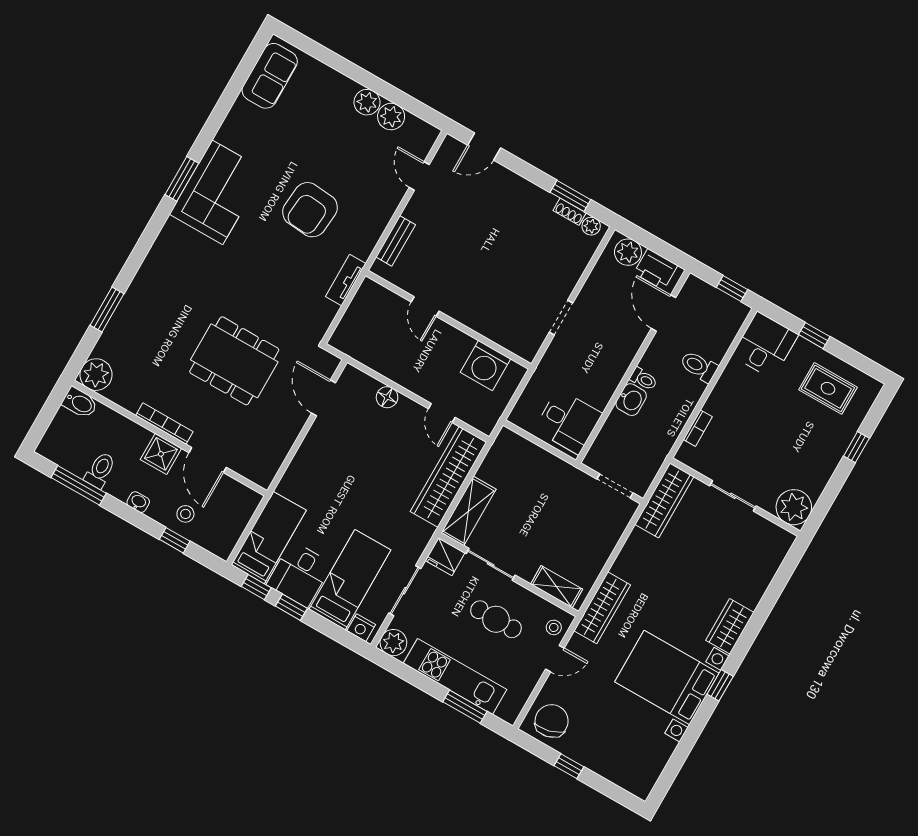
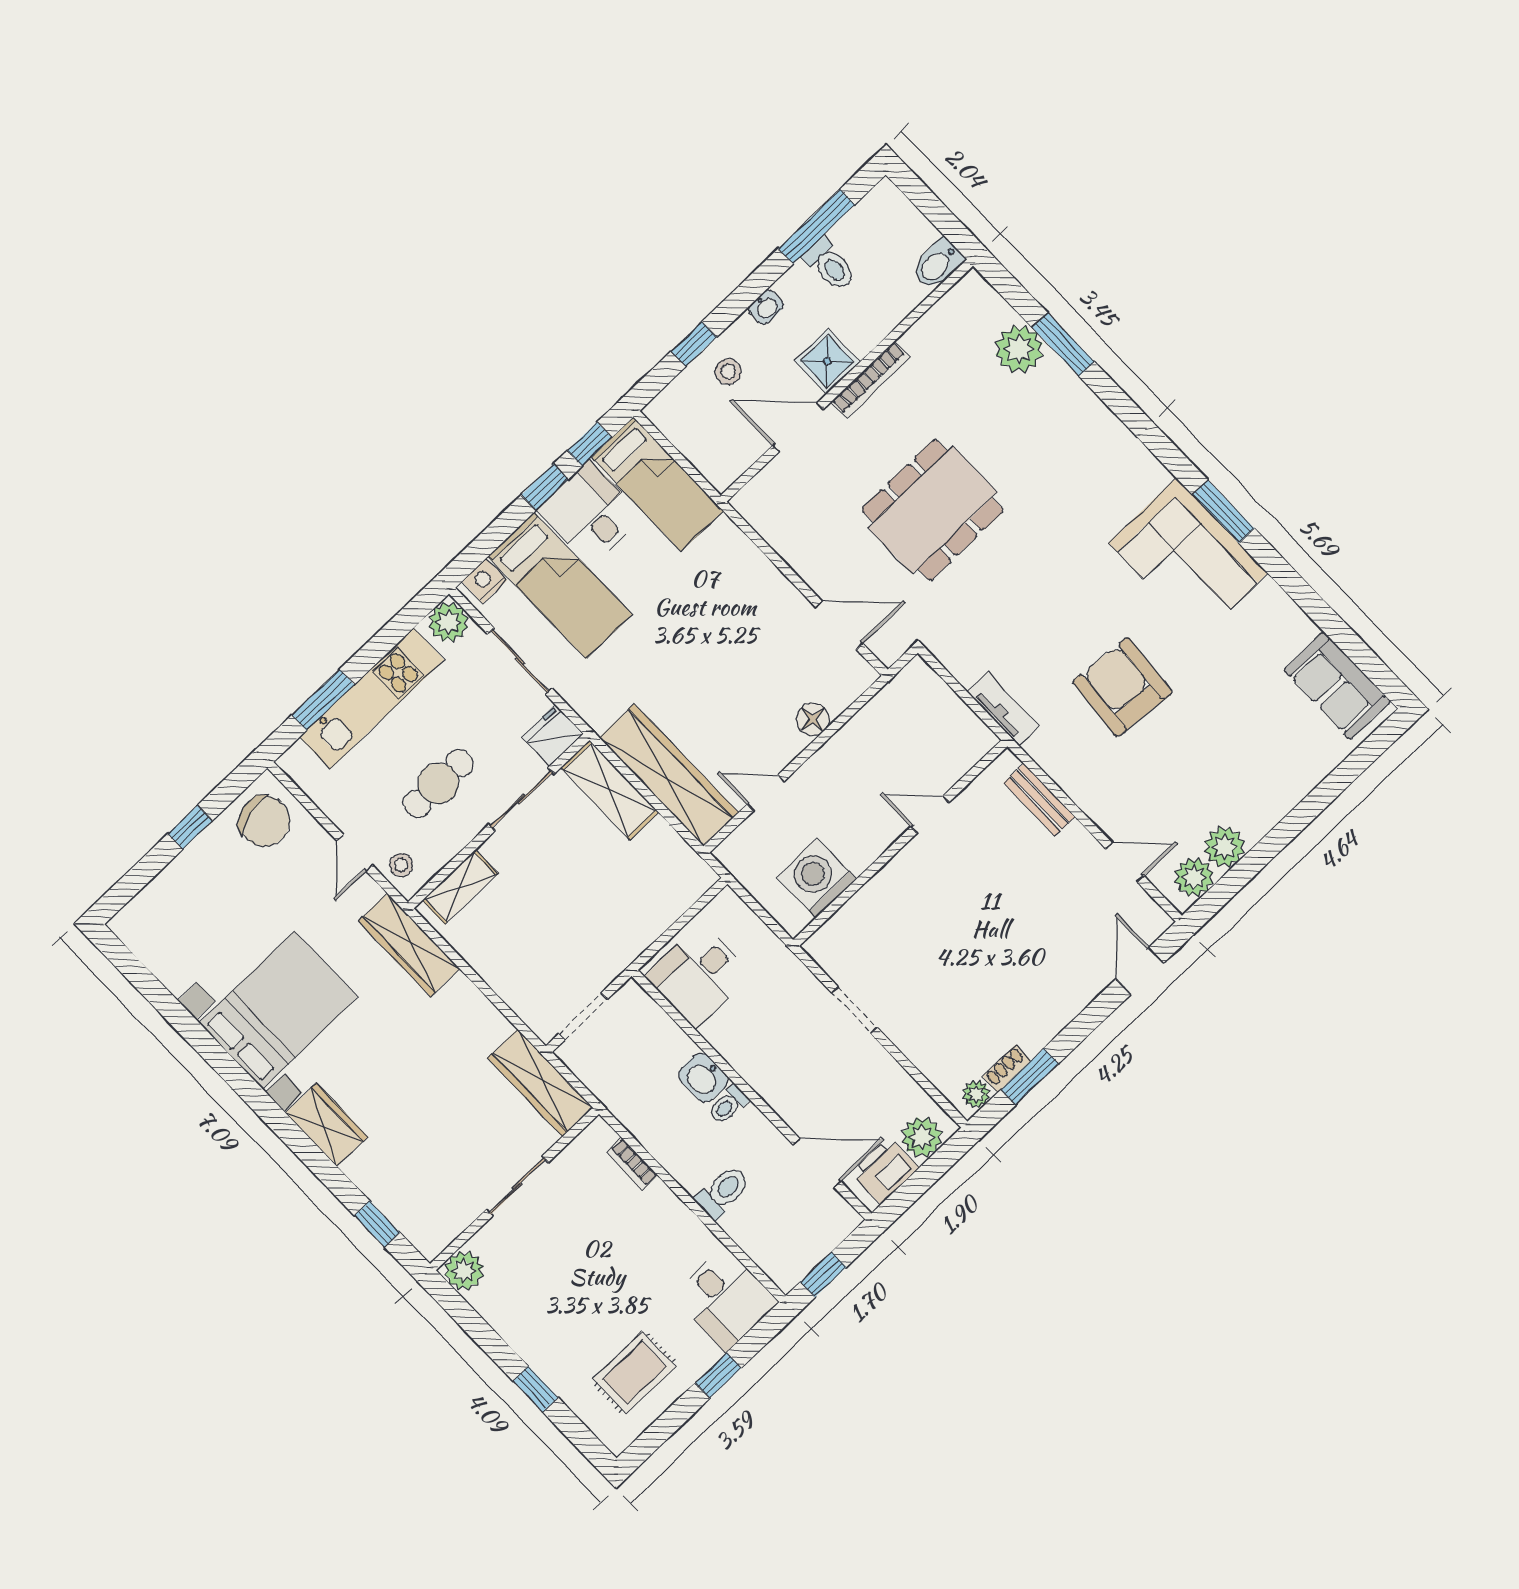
plant: (367, 102) -> (1194, 877), moved
plant: (96, 375) -> (1019, 349), moved
plant: (794, 507) -> (464, 1271), width x0.73, depth x0.73
window: (720, 685) -> (377, 1224), moved

